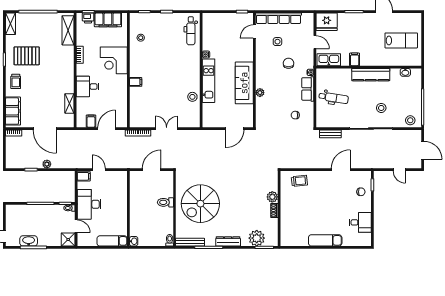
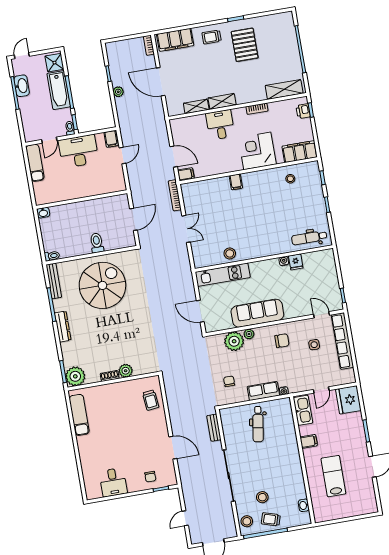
filing cabinet: (108, 20) -> (300, 152), moved, turned 90
shelving: (10, 24) -> (222, 101), moved
lab bench: (401, 40) -> (333, 476), moved, turned 180
fridge: (208, 45) -> (296, 262), added
chair: (289, 63) -> (282, 341), moved
kitchen counter: (371, 75) -> (294, 464), removed
kitchen unit: (209, 81) -> (223, 275), moved
trolley: (412, 101) -> (271, 519), added
plant: (264, 106) -> (234, 341), added
stool: (381, 108) -> (262, 497), moved
filing cabinet: (91, 121) -> (186, 174), moved
door: (45, 129) -> (161, 82), hinge flipped
door: (152, 170) -> (133, 219), hinge flipped
spiral stairs: (200, 204) -> (102, 285), turned 90
bathtub: (37, 212) -> (59, 90), added
plant: (257, 238) -> (75, 376), moved
shower: (68, 239) -> (54, 63), moved
exam couch: (325, 240) -> (79, 415), moved
exam couch: (112, 241) -> (35, 163), moved

